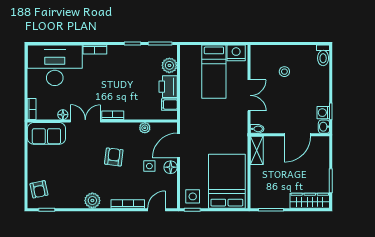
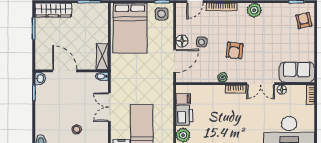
washing machine: (323, 113) -> (41, 91), removed
plant: (145, 128) -> (222, 77), moved
door: (297, 135) -> (65, 71), hinge flipped

